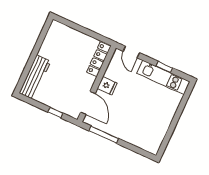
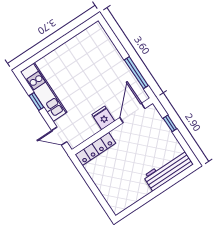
door: (131, 52) -> (59, 136), swing flipped

